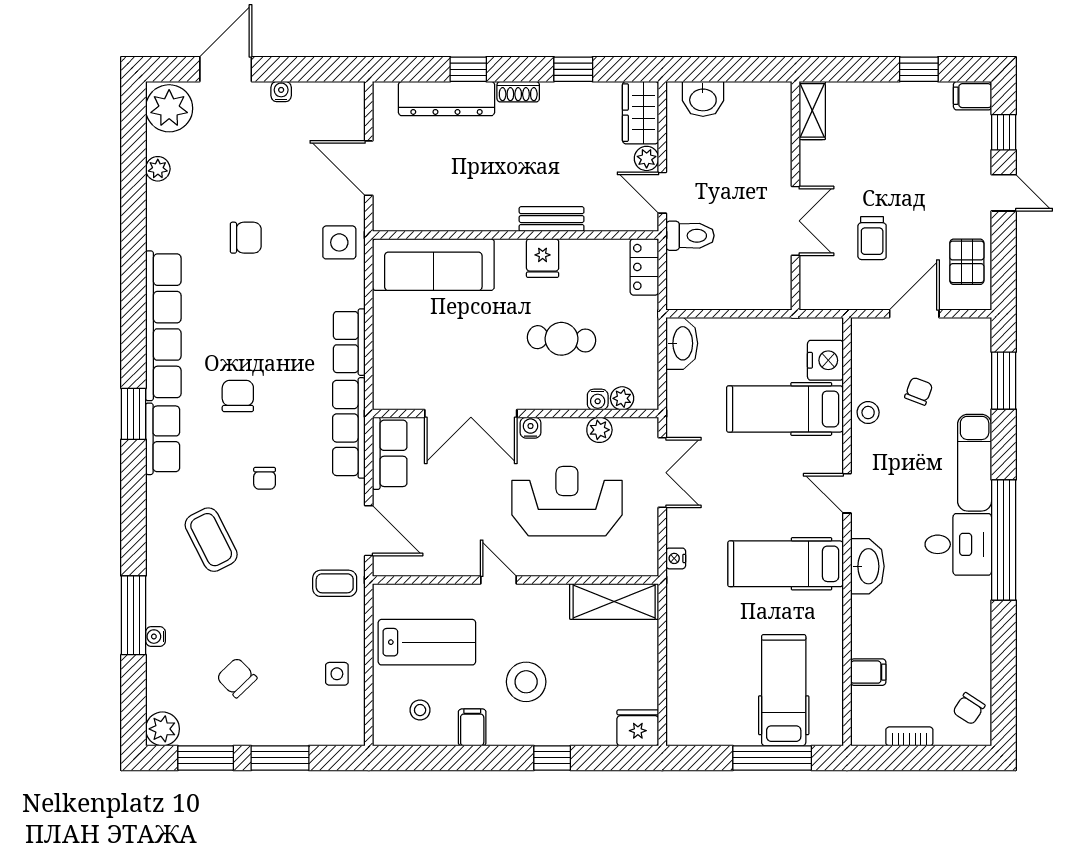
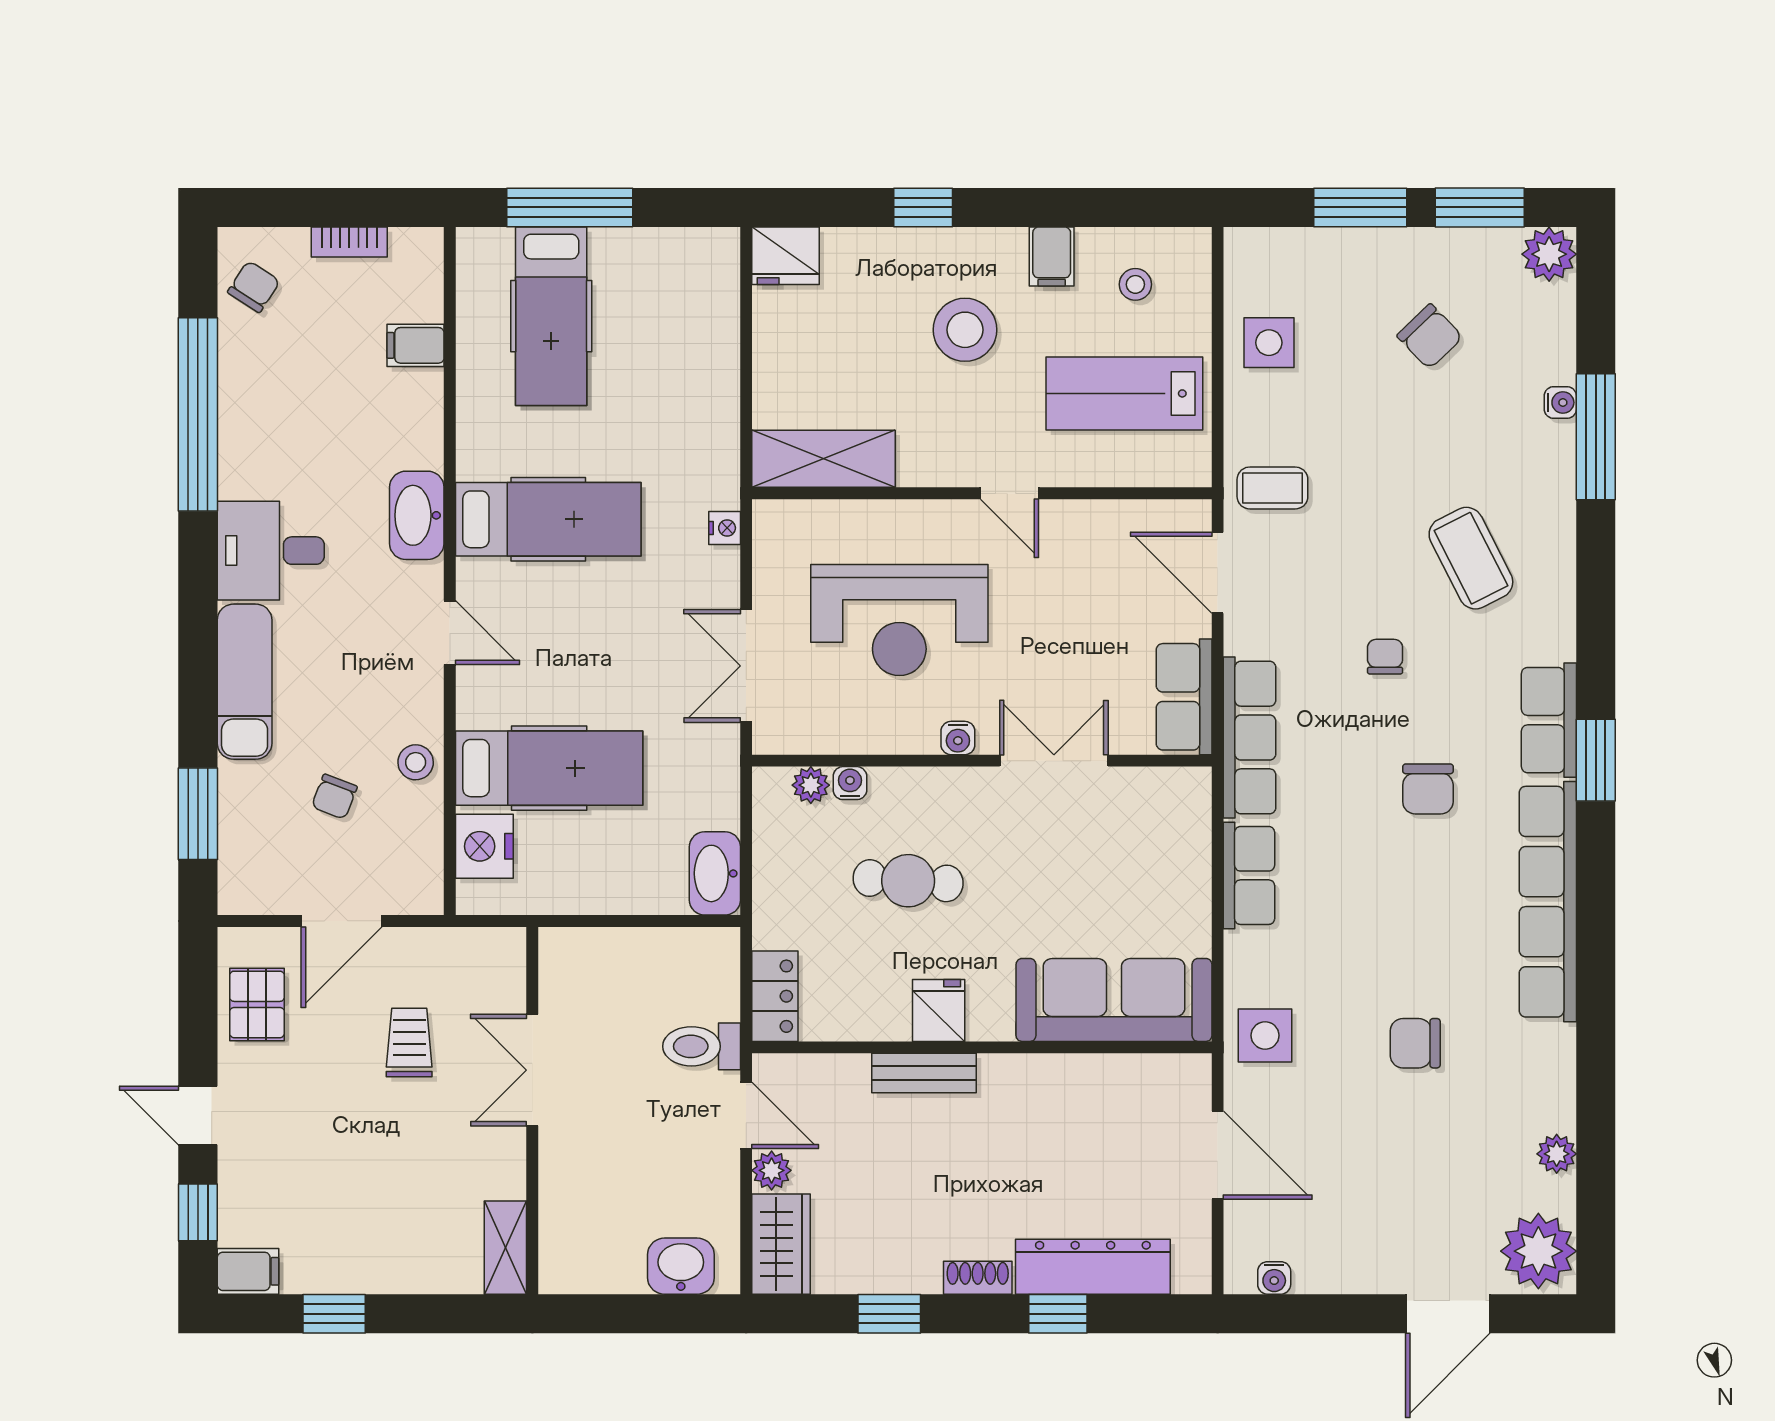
water cooler: (281, 92) -> (1274, 1278), moved
double door: (471, 414) -> (1054, 761), width x0.73
plant: (599, 430) -> (847, 734), removed
window: (1004, 540) -> (198, 414), moved
side table: (337, 674) -> (1269, 343), width x1.37, depth x1.37

